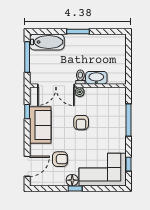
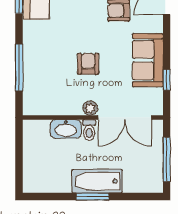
bathtub: (47, 42) -> (97, 181), moved
double door: (56, 86) -> (125, 117), swing flipped

